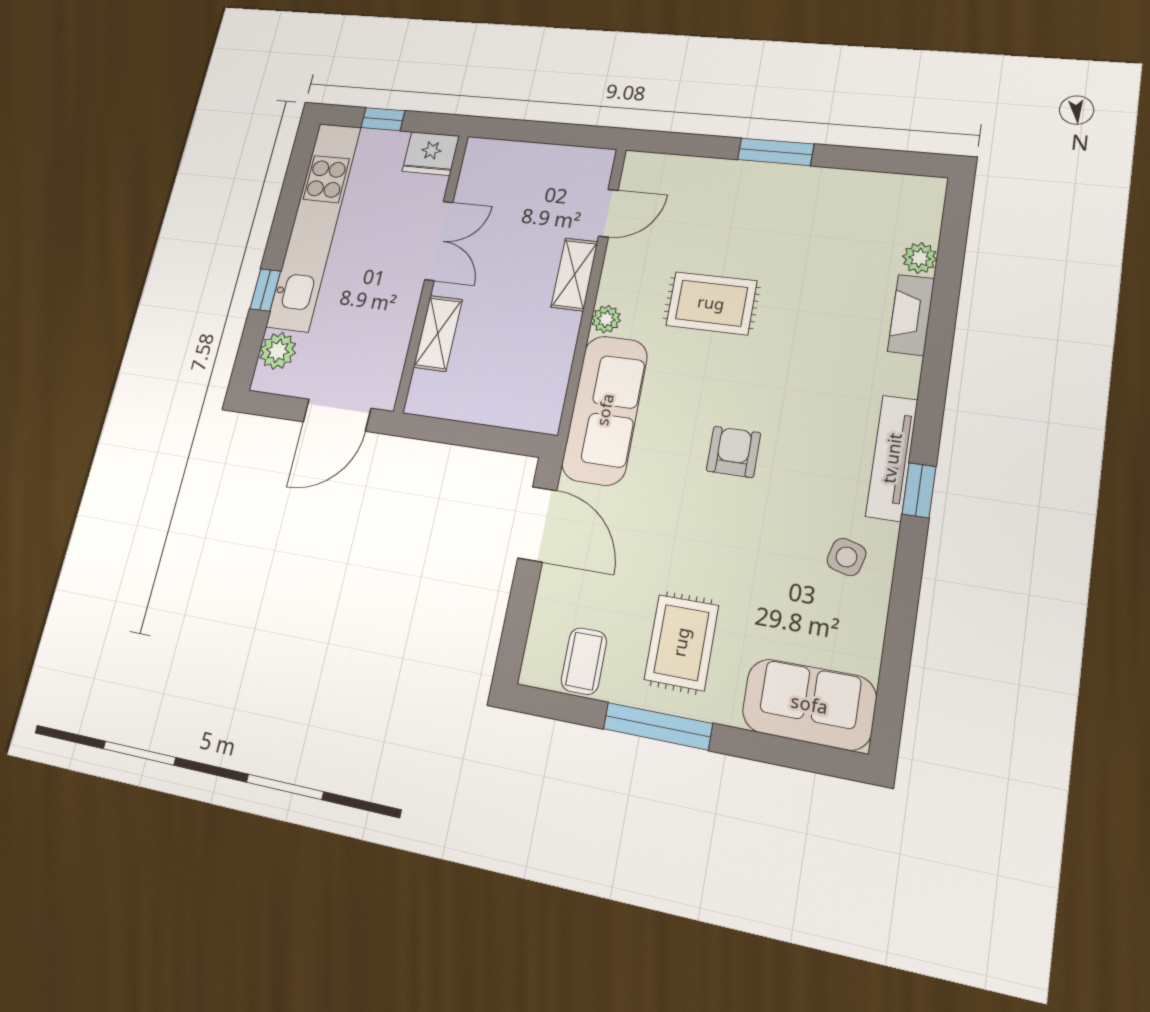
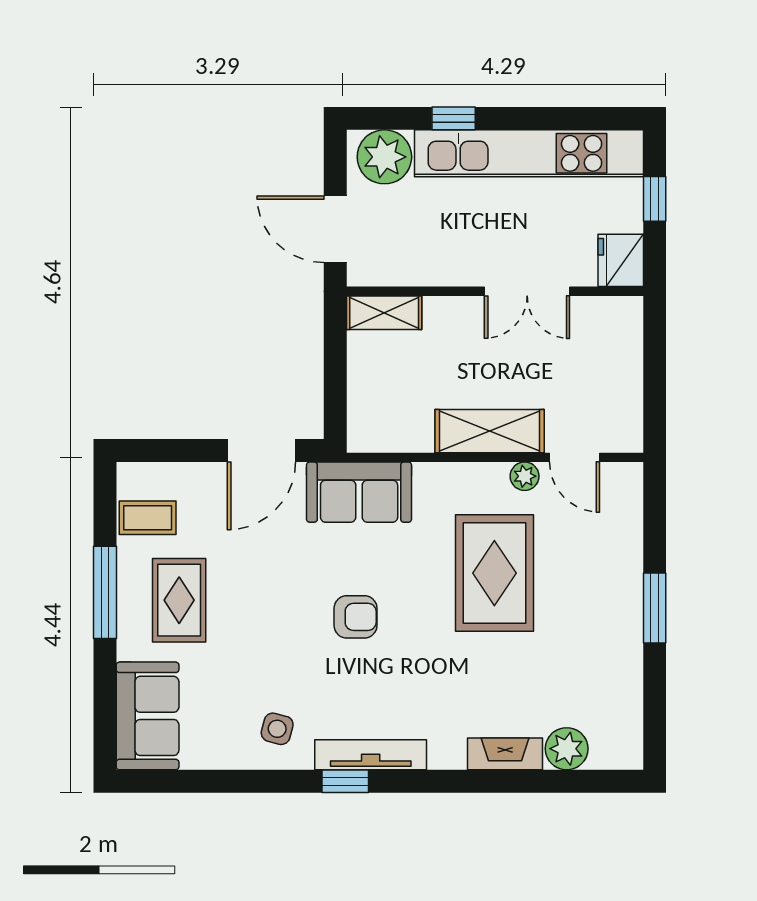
plant: (920, 258) -> (567, 749), width x1.38, depth x1.38
shelving: (575, 274) -> (490, 431), width x1.50, depth x1.33
rug: (711, 303) -> (494, 573), width x1.36, depth x1.43
plant: (606, 319) -> (525, 476), moved
shelving: (438, 333) -> (384, 313), moved
plant: (278, 351) -> (384, 157), width x1.36, depth x1.36
sofa: (605, 410) -> (359, 492), width x0.73
rug: (681, 642) -> (179, 600), turned 90

